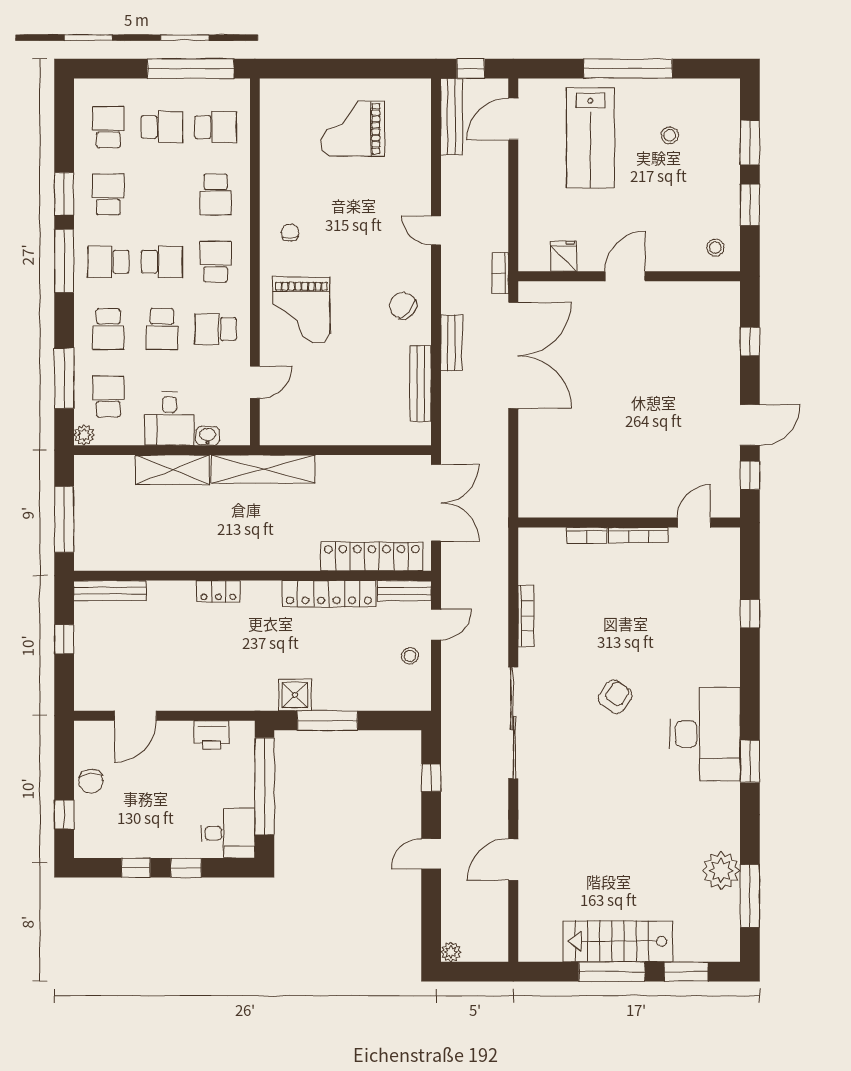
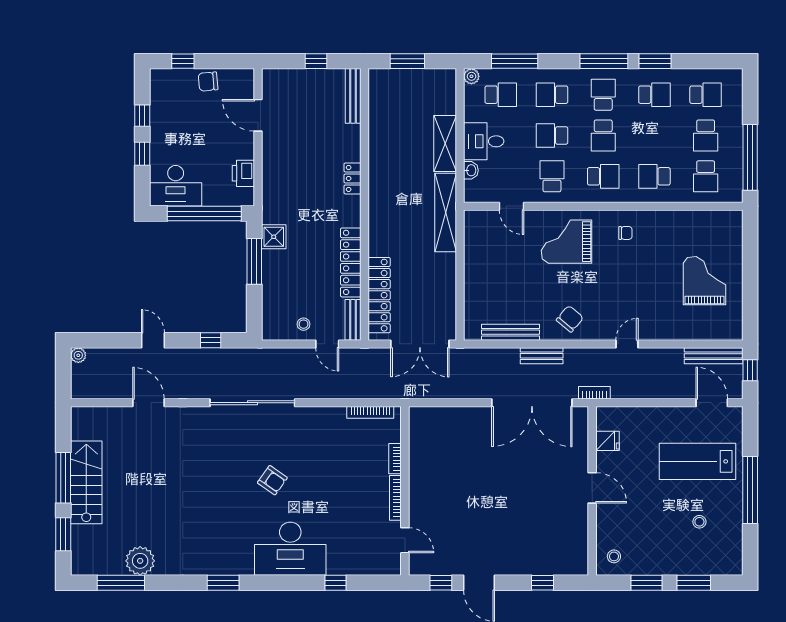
window: (64, 519) -> (407, 61), width x0.69
bookcase: (526, 616) -> (370, 412), moved
desk: (705, 734) -> (290, 549), moved
desk: (228, 833) -> (176, 186), width x1.37

